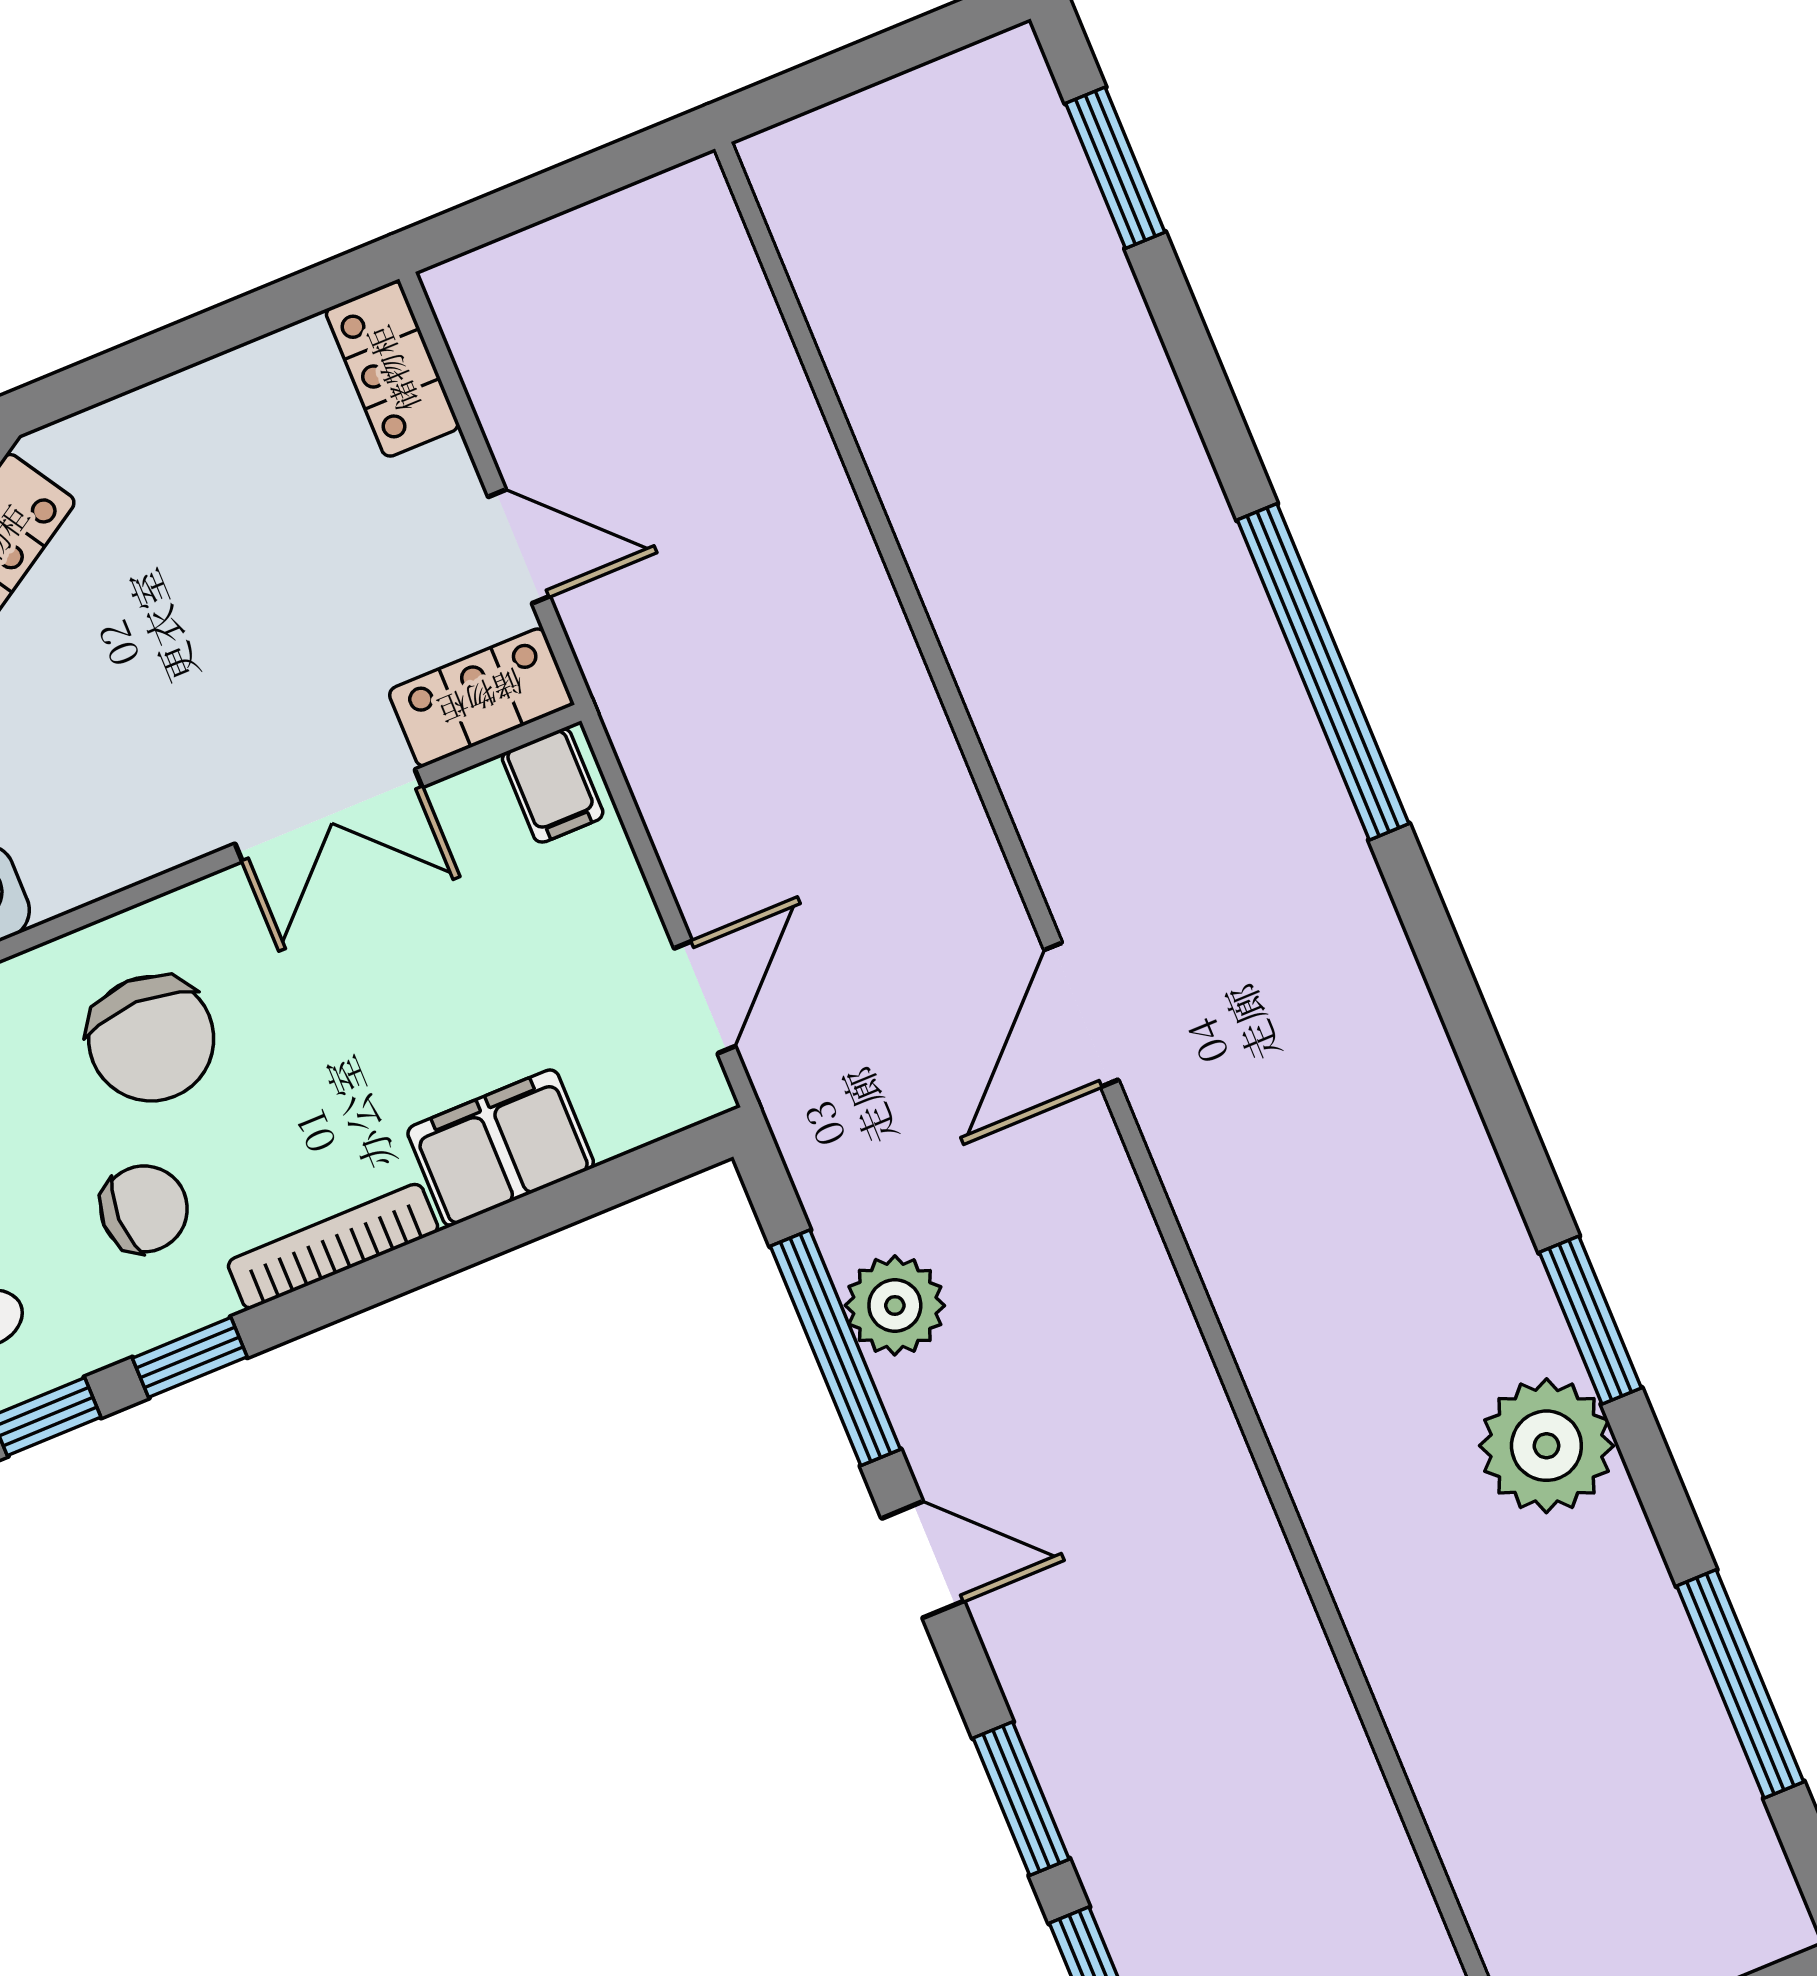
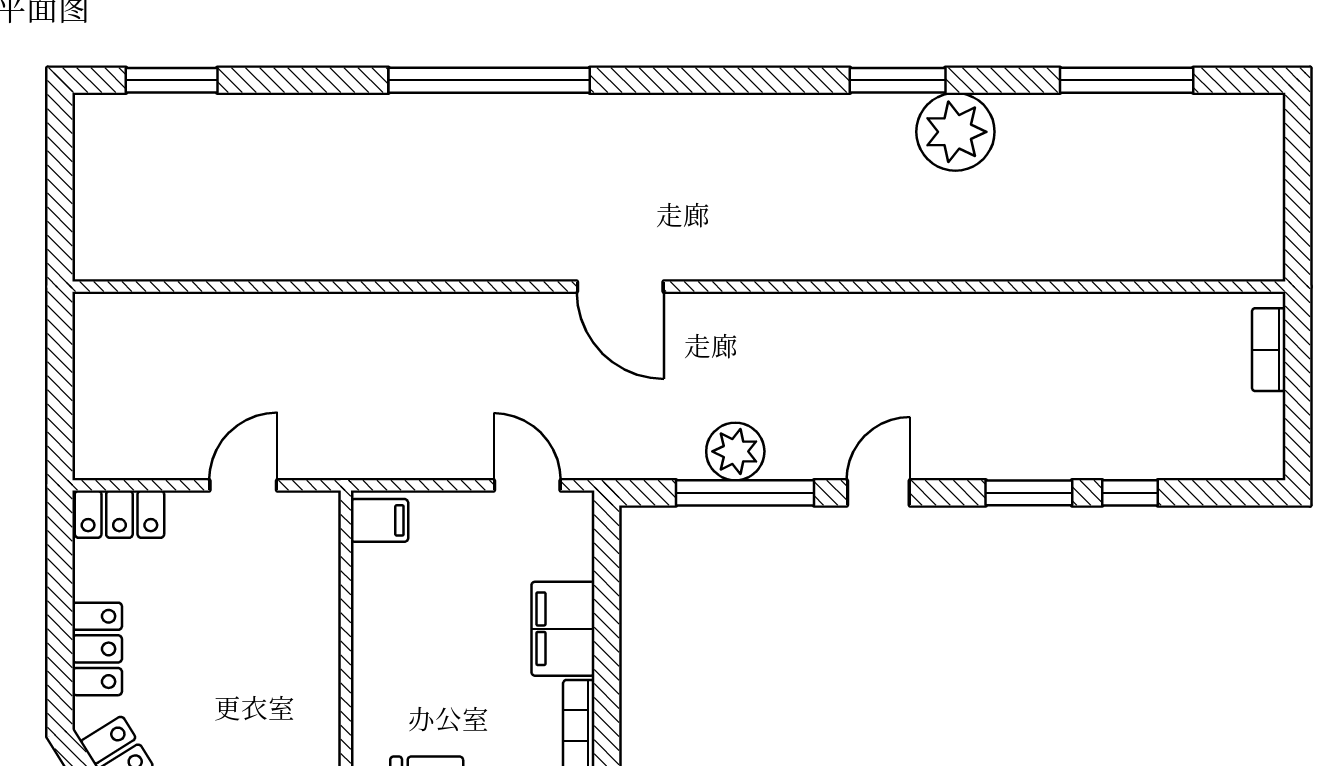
locker: (481, 697) -> (97, 649), moved, turned 180
double door: (329, 815) -> (346, 648), removed

